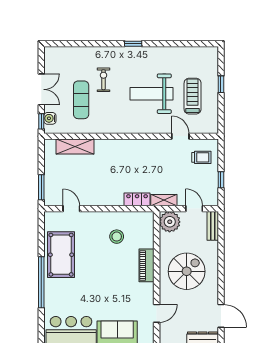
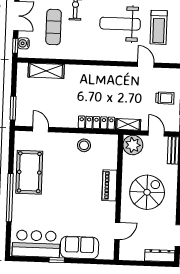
treadmill: (193, 96) -> (159, 27), turned 180
trolley: (201, 157) -> (165, 98), moved
locker: (137, 199) -> (96, 123), width x1.53
stool: (117, 237) -> (84, 145), moved

